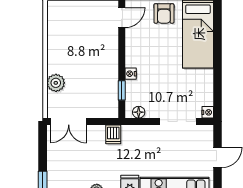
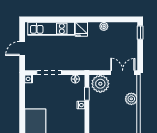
plant: (102, 105) -> (100, 84), added
dishwasher: (113, 134) -> (92, 64), removed

